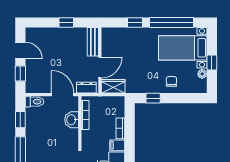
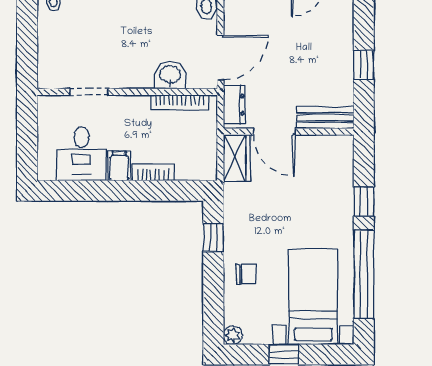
plant: (202, 74) -> (233, 335), moved

